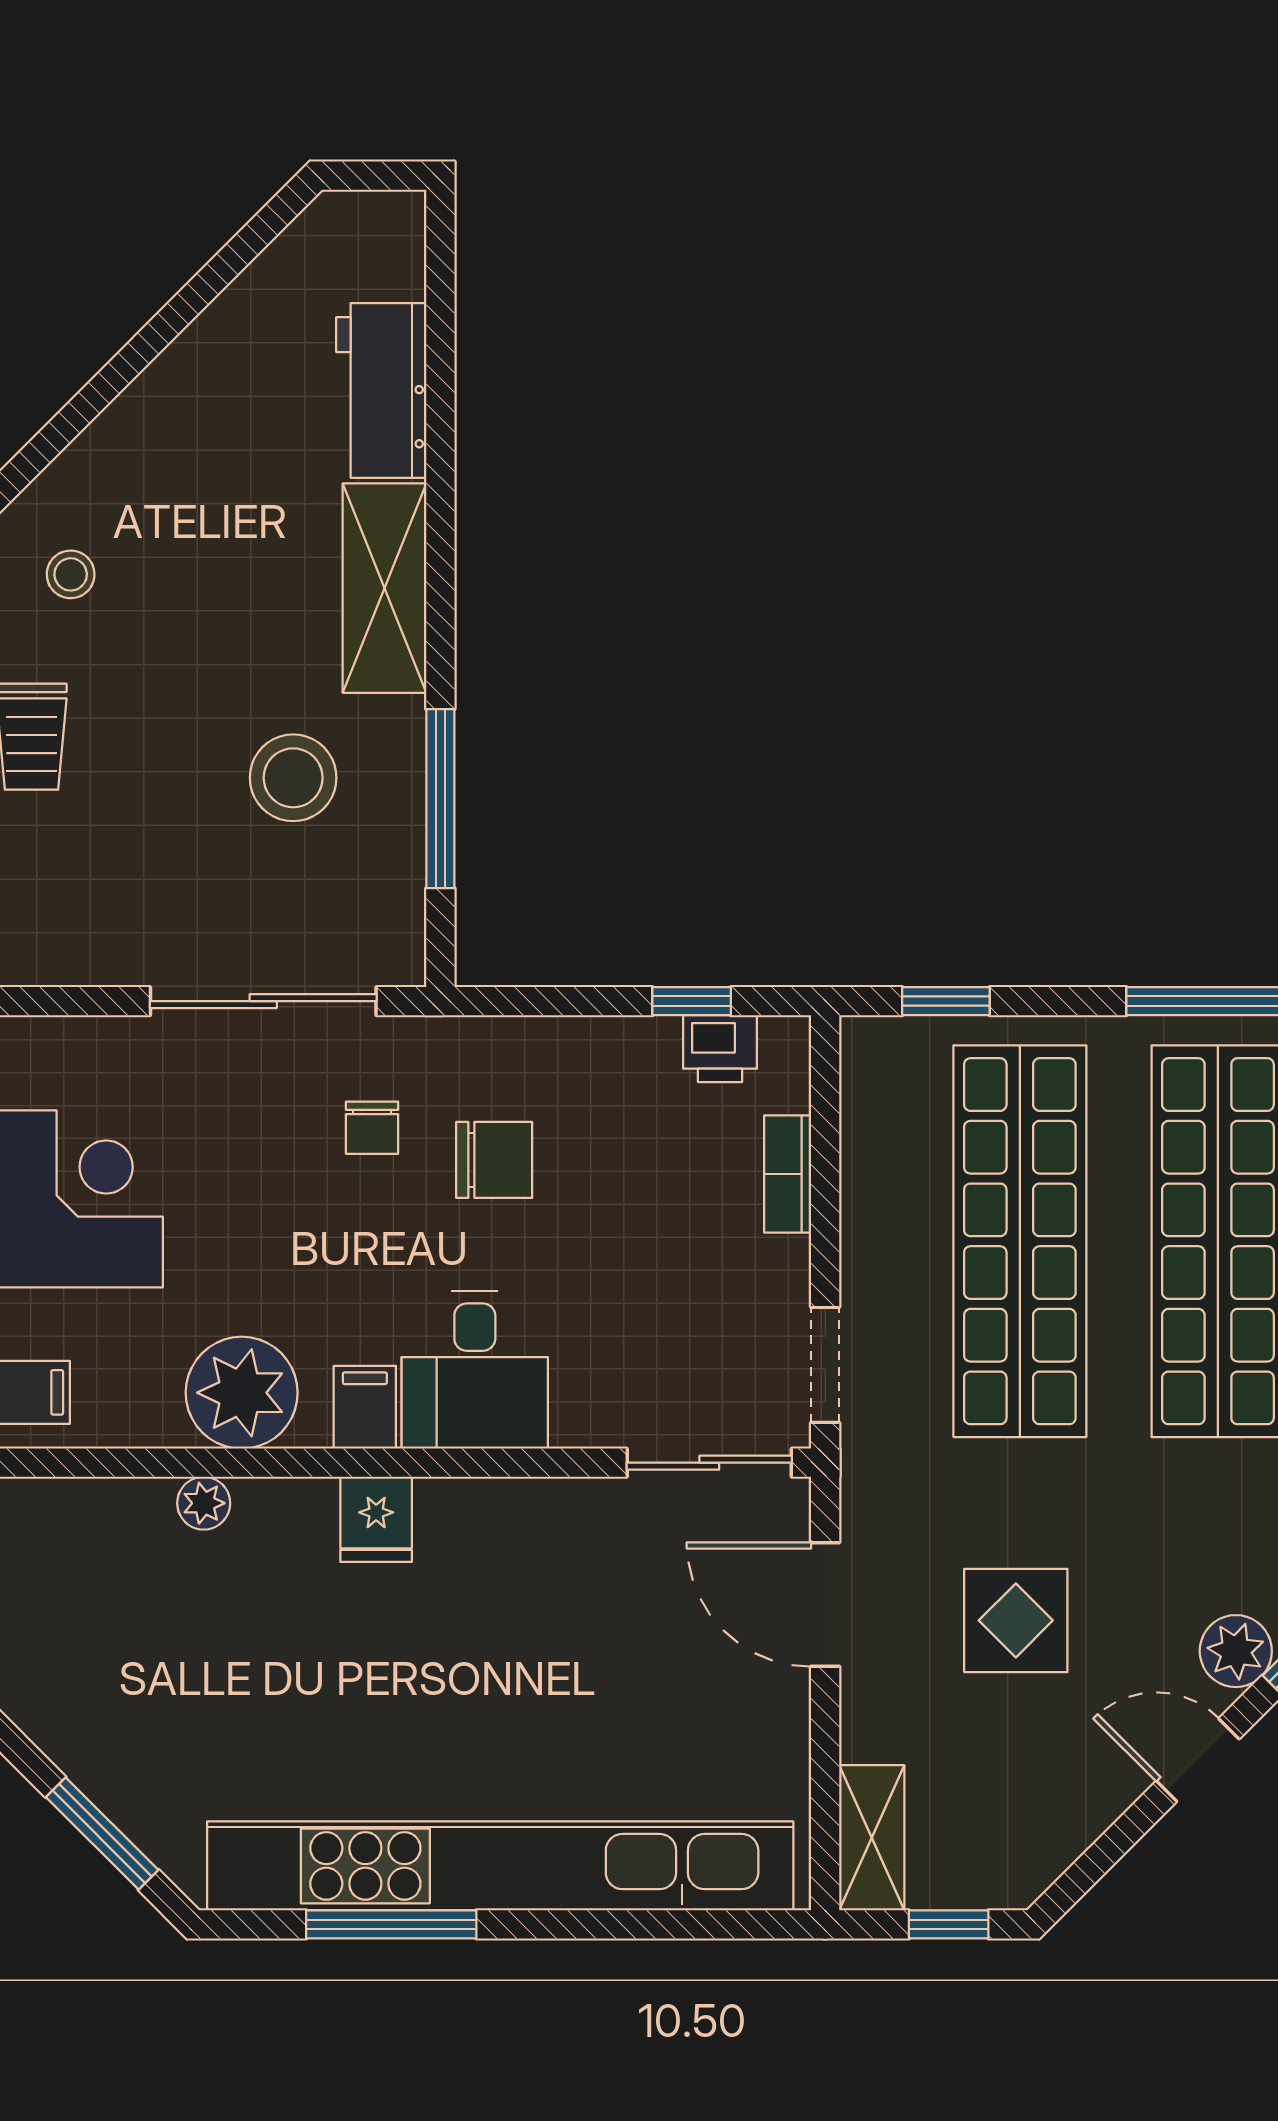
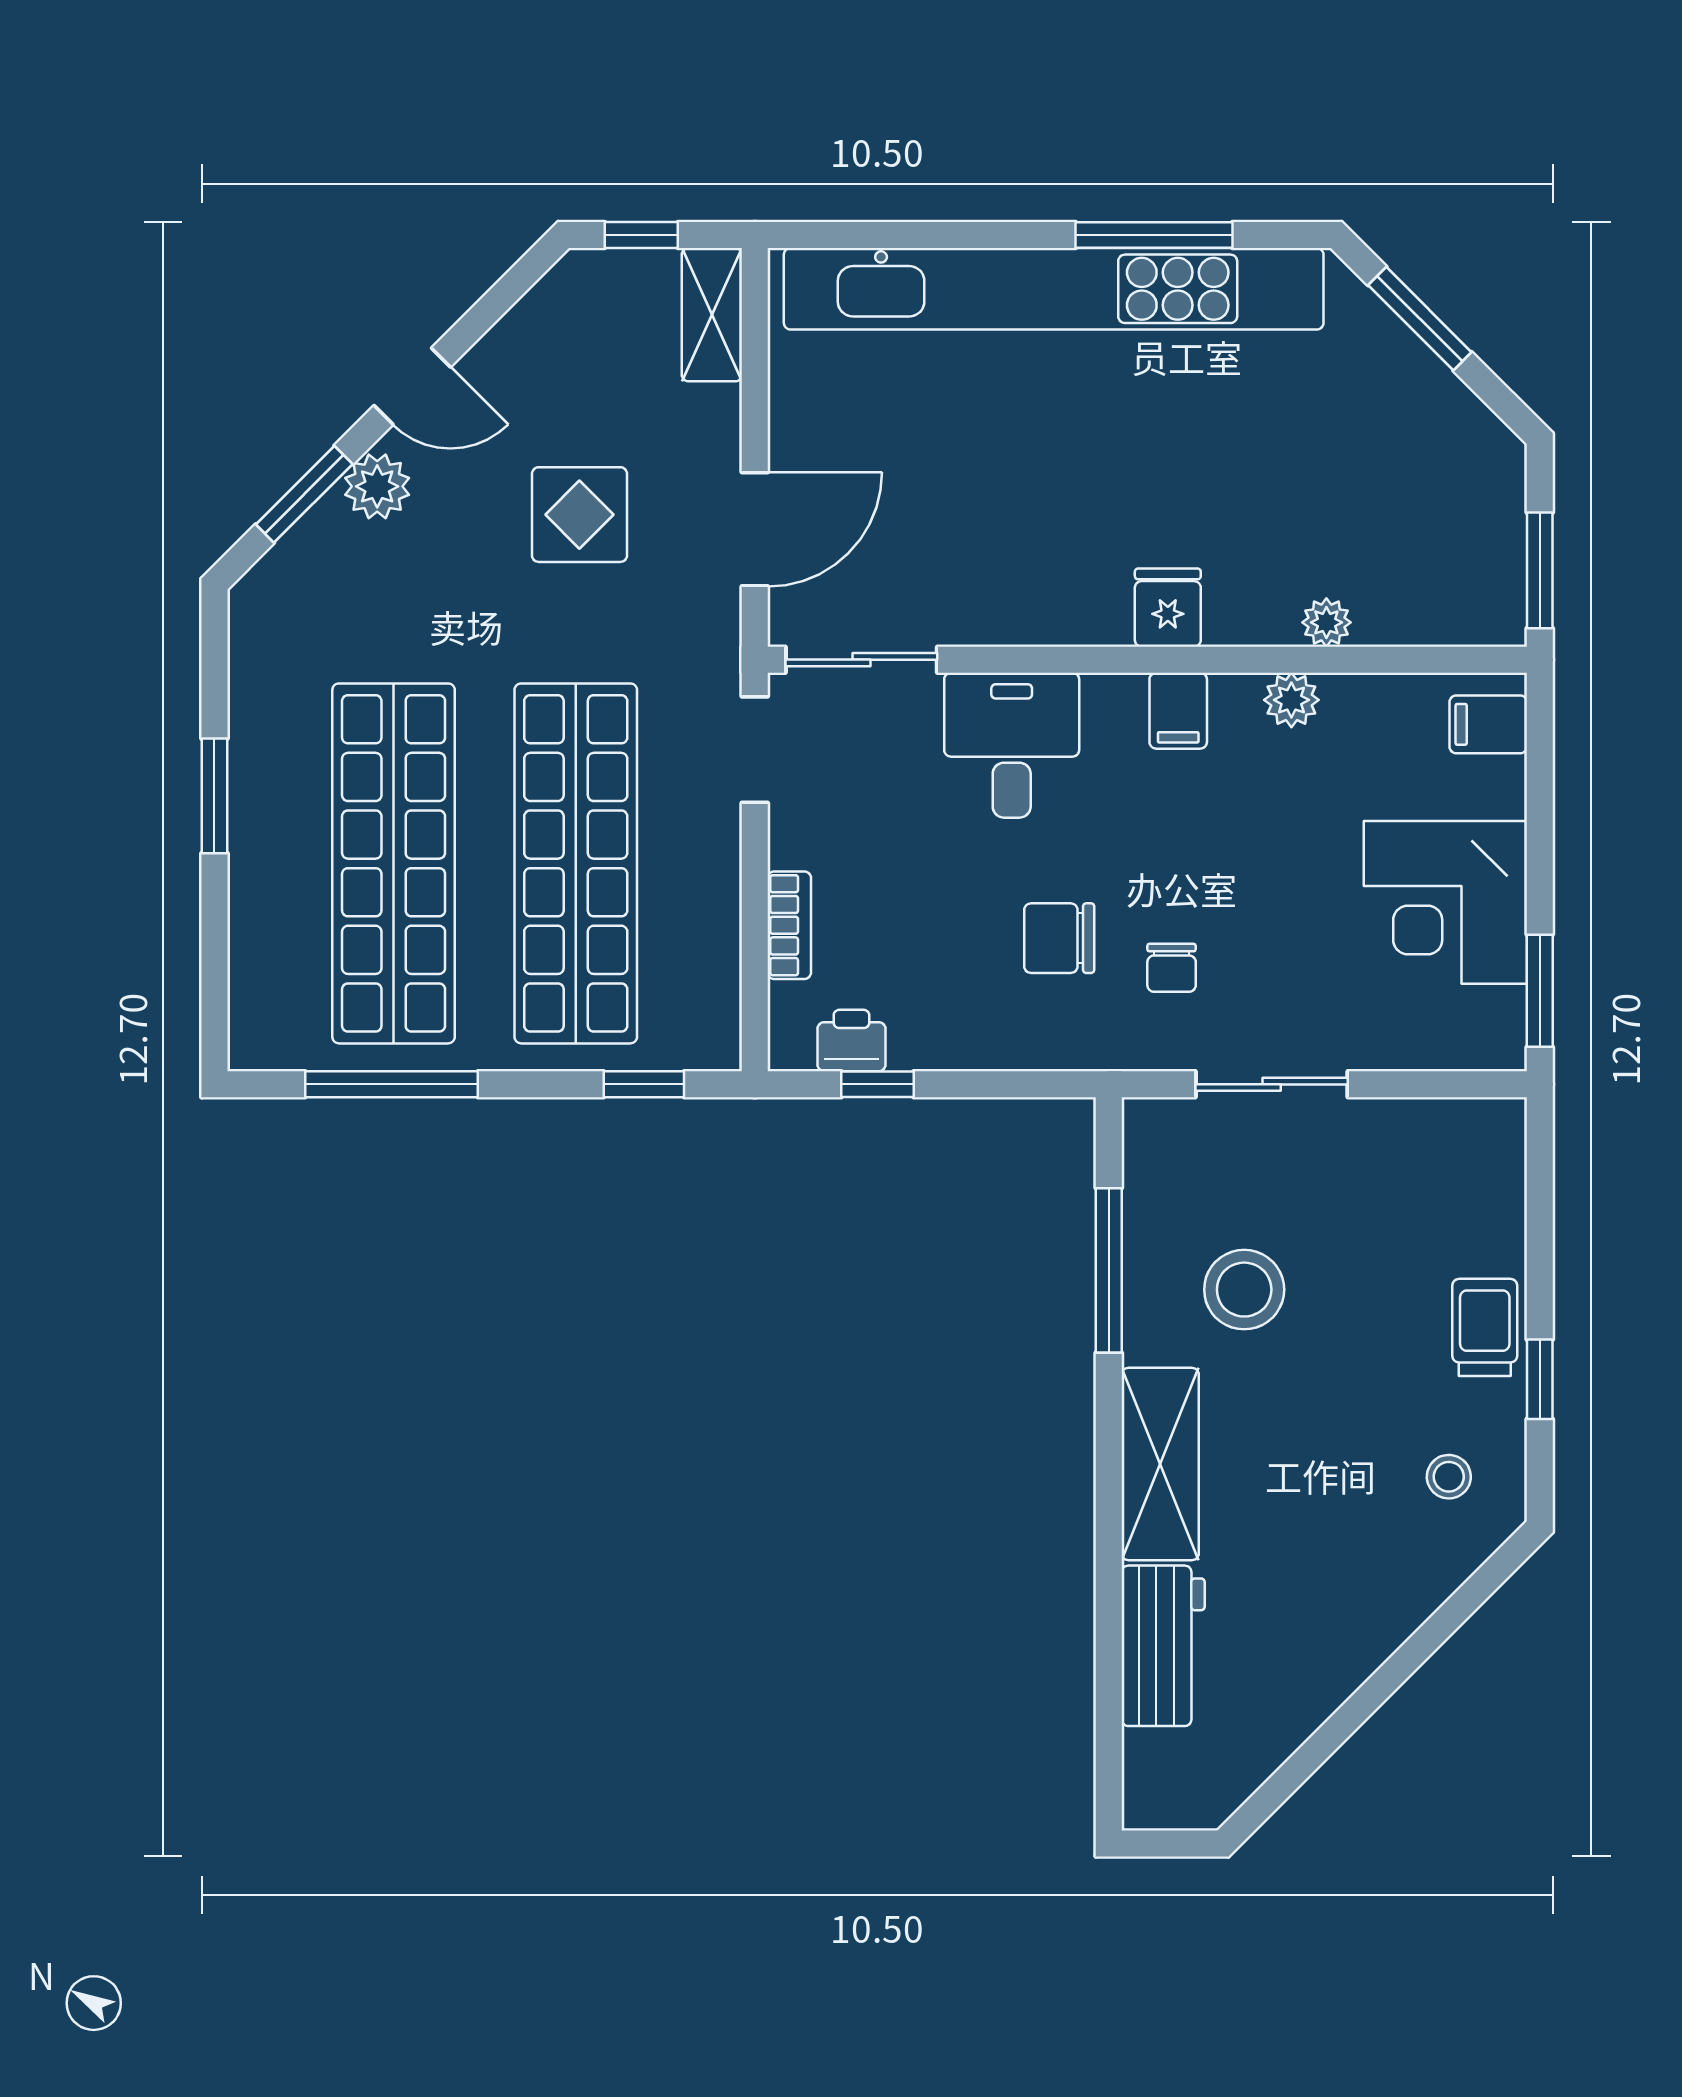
sliding door: (263, 1001) -> (1272, 1084), width x0.73
chair: (372, 1128) -> (1172, 968), turned 180
desk: (475, 1370) -> (1012, 745), moved
plant: (242, 1393) -> (1291, 700), width x0.53, depth x0.53
door: (825, 1604) -> (755, 529), hinge flipped

